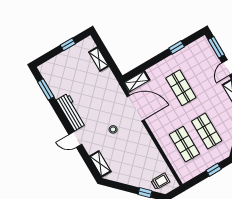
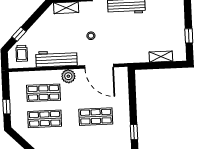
shelving: (137, 81) -> (123, 80), removed
door: (136, 108) -> (99, 66), hinge flipped
plant: (159, 130) -> (68, 76), added
workbench: (149, 149) -> (56, 59), added

